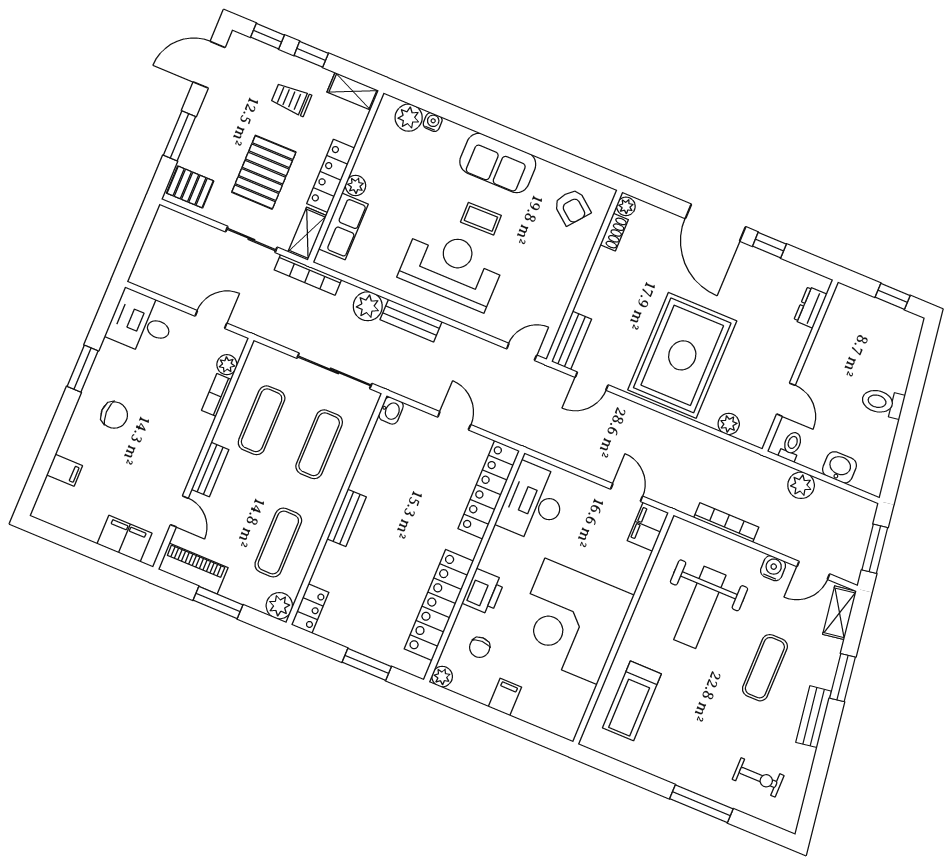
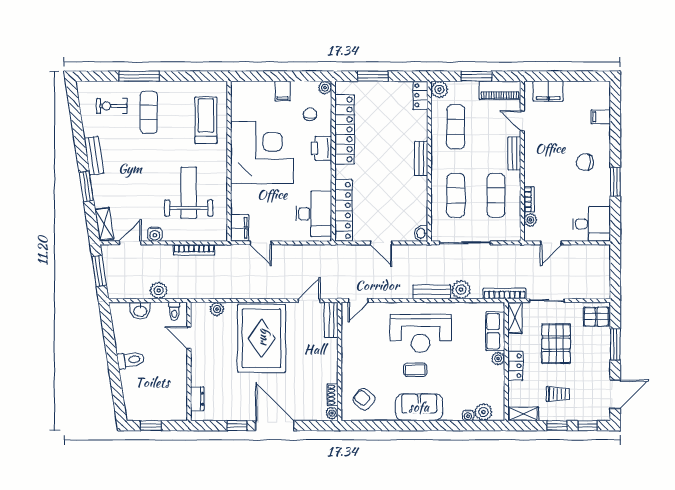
locker: (331, 176) -> (515, 366), width x0.66
exercise mat: (765, 668) -> (149, 112), moved

